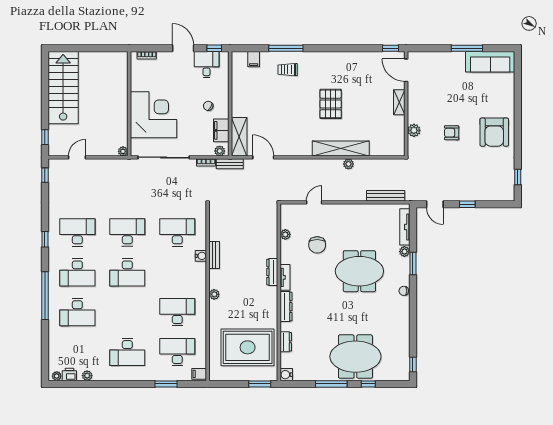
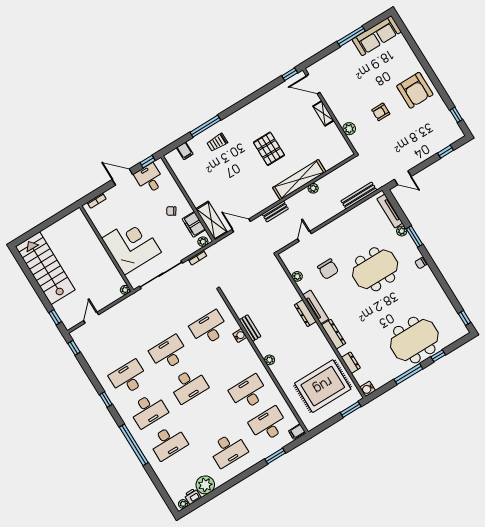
bench: (230, 164) -> (275, 211), moved
window: (467, 204) -> (446, 152), moved
tv unit: (285, 277) -> (316, 307), width x1.41
plant: (87, 376) -> (205, 485), width x1.87, depth x1.87

